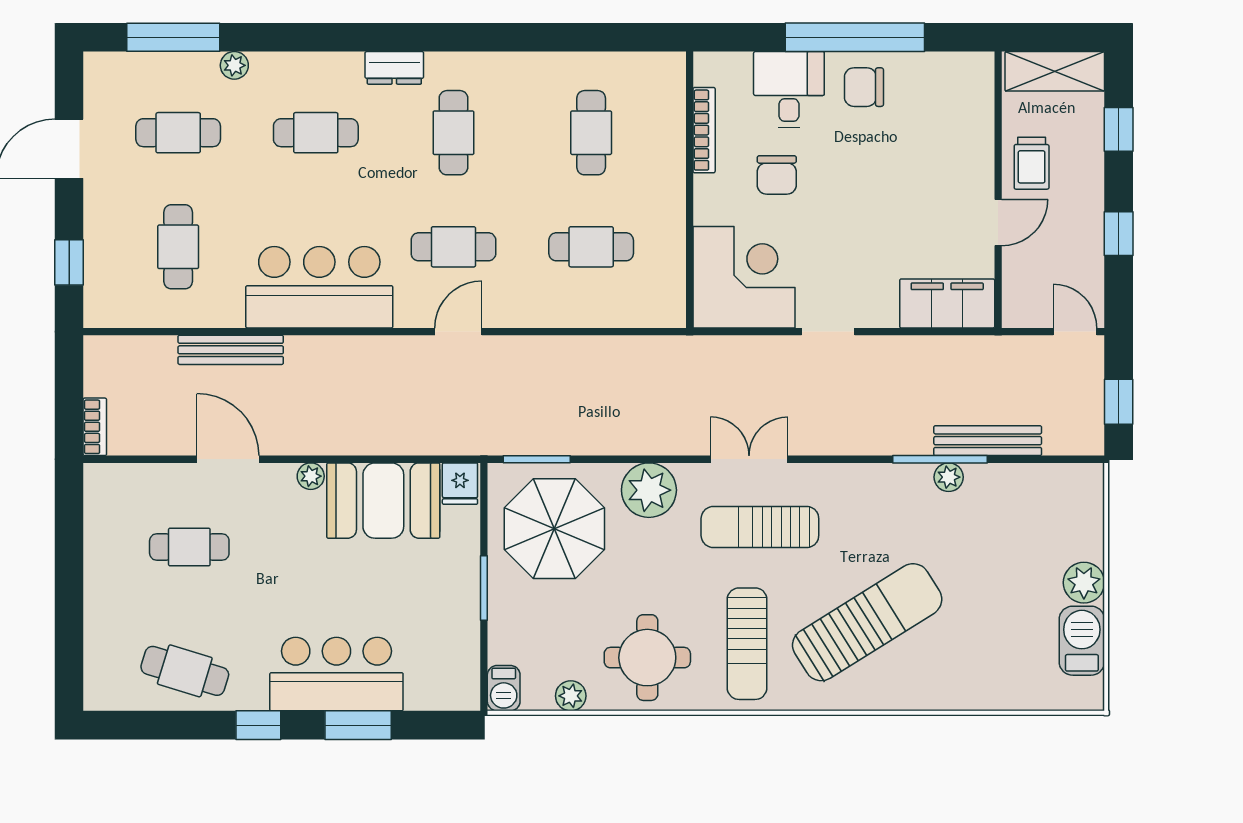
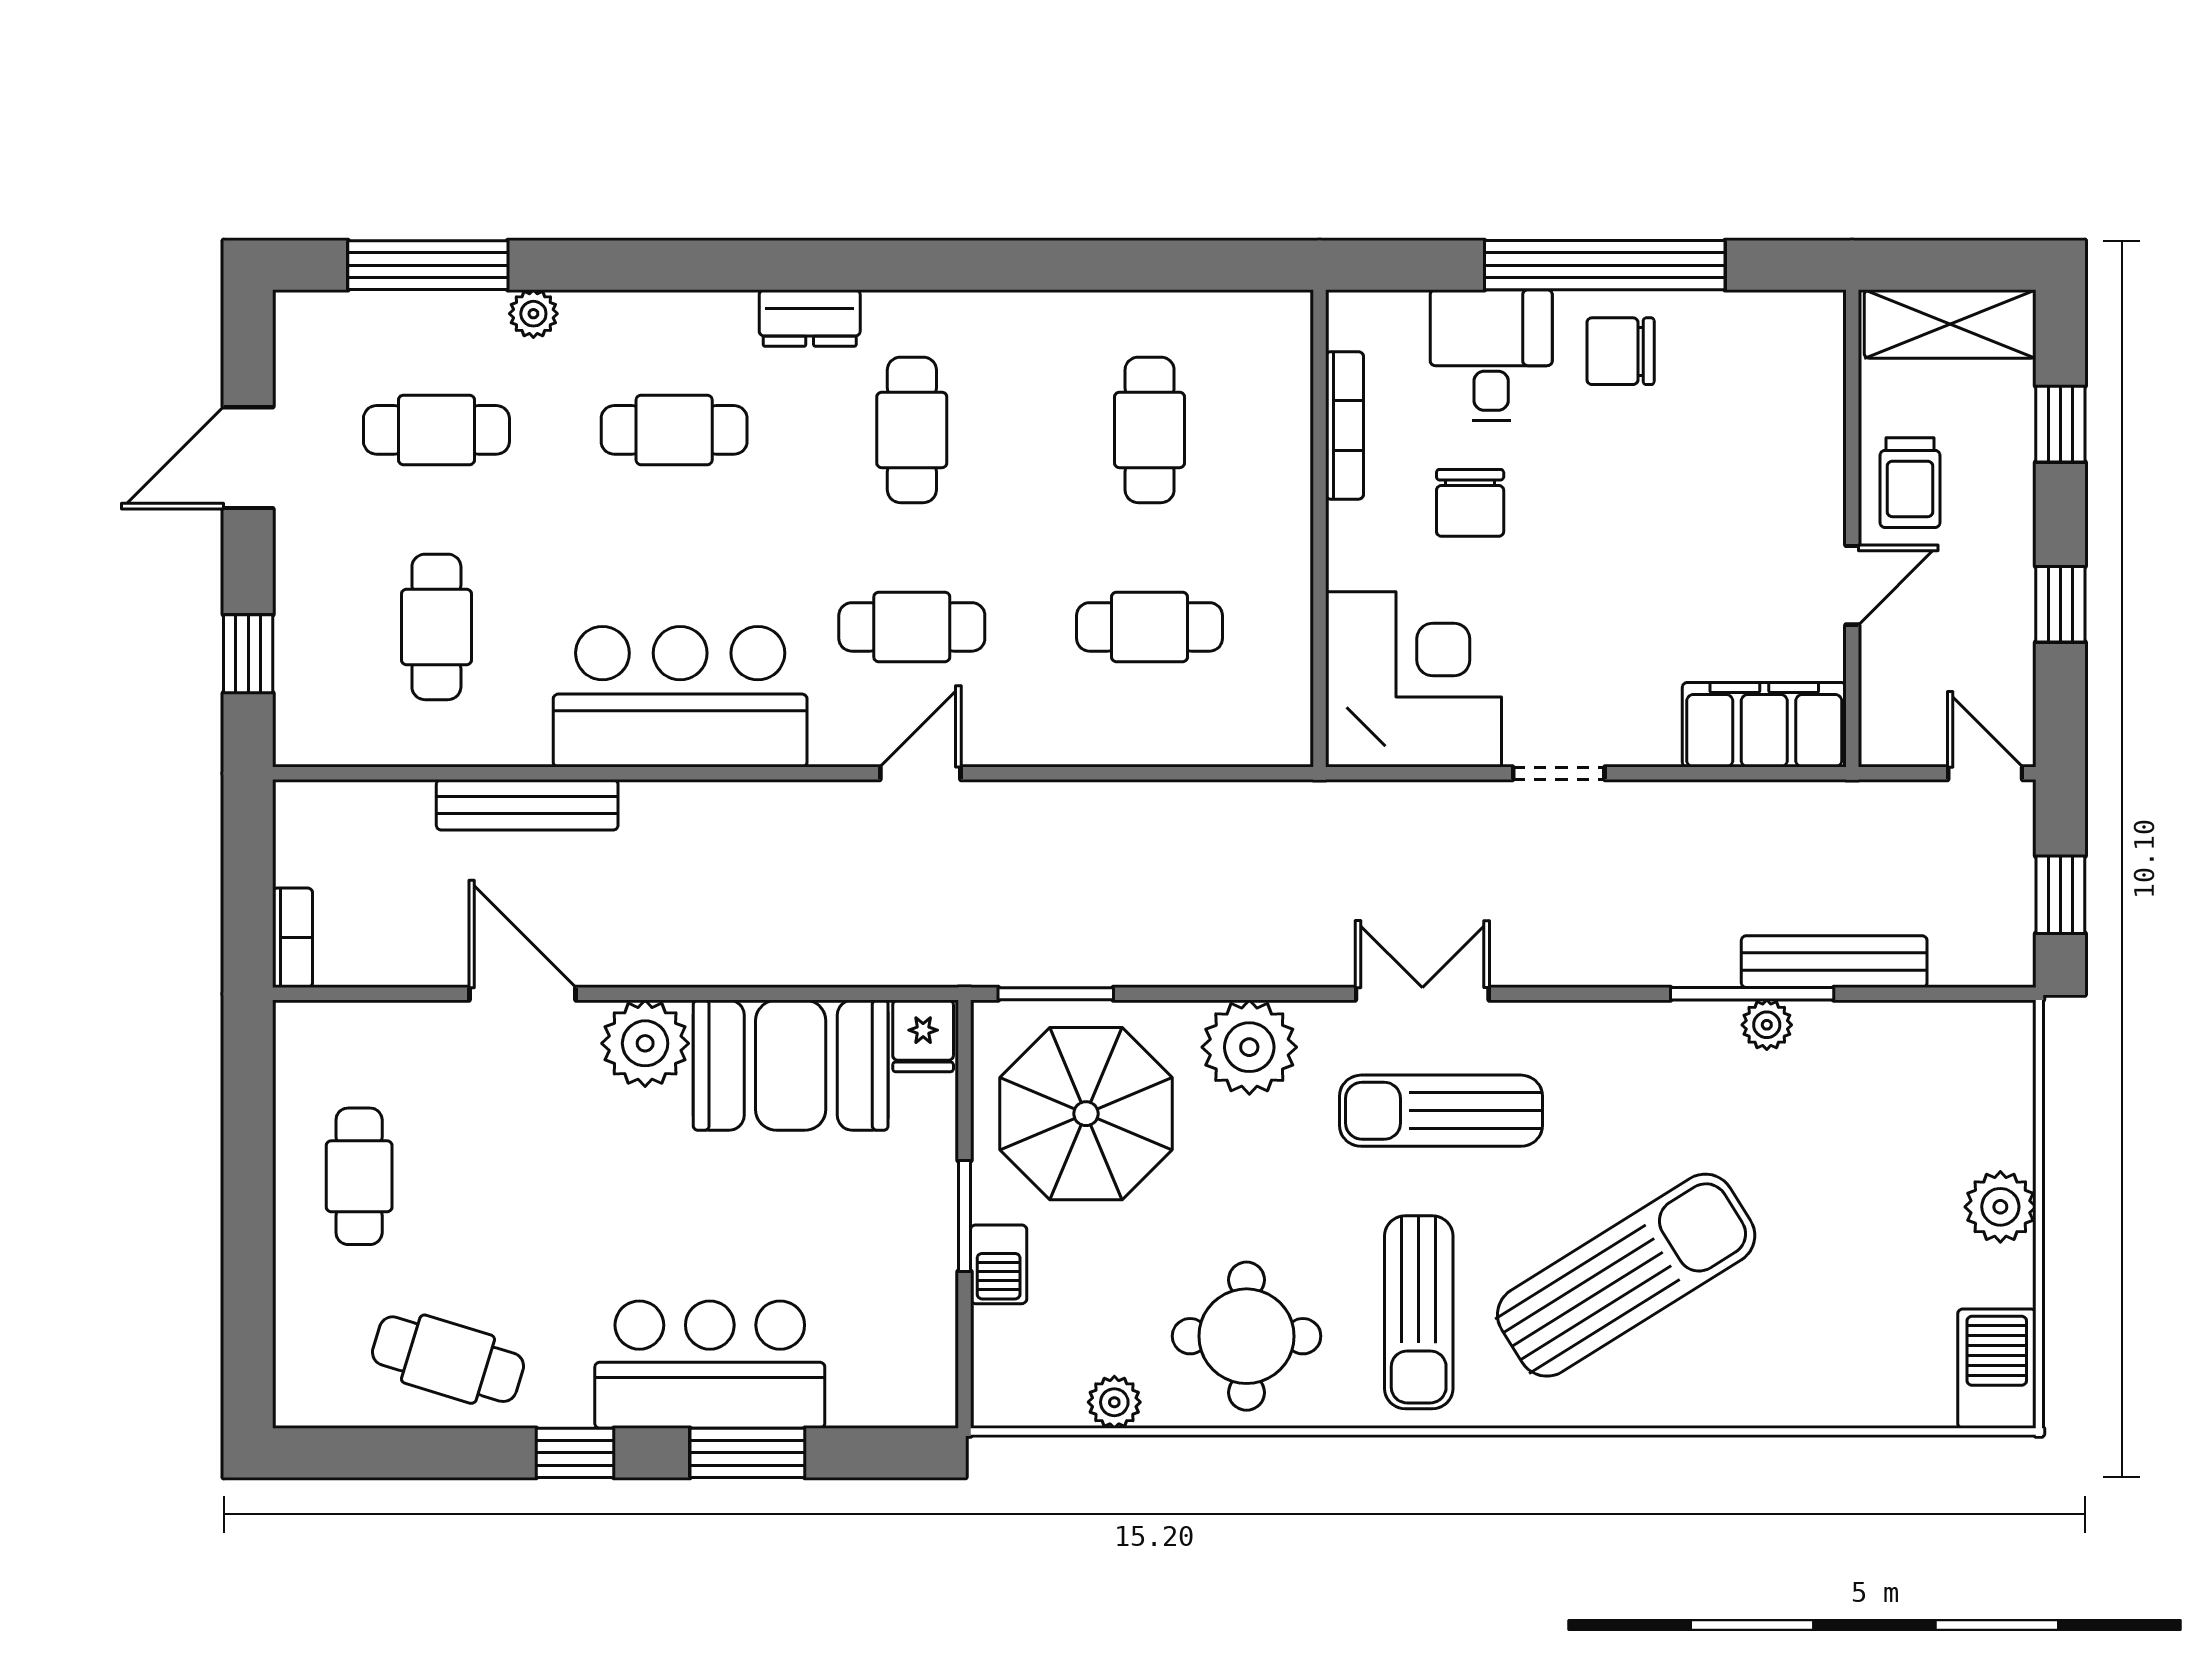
plant: (311, 476) -> (645, 1043), width x1.88, depth x1.88
cafe table: (189, 547) -> (359, 1176), moved, turned 90
barbecue: (1082, 641) -> (1997, 1369), moved
barbecue: (504, 688) -> (999, 1264), moved

